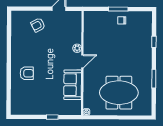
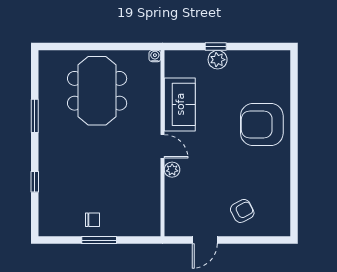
door: (82, 61) -> (163, 146), swing flipped
armchair: (27, 73) -> (262, 125), width x1.88, depth x1.88
meeting table: (119, 93) -> (97, 91), turned 90
plant: (51, 110) -> (218, 60), added

